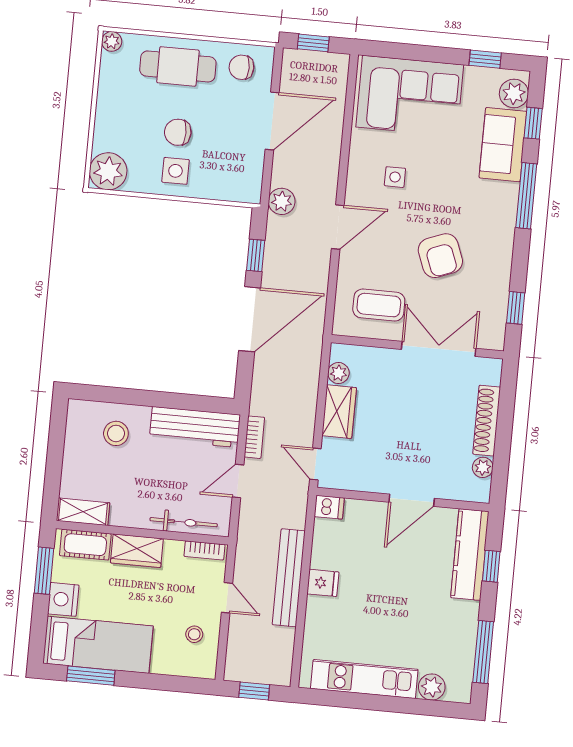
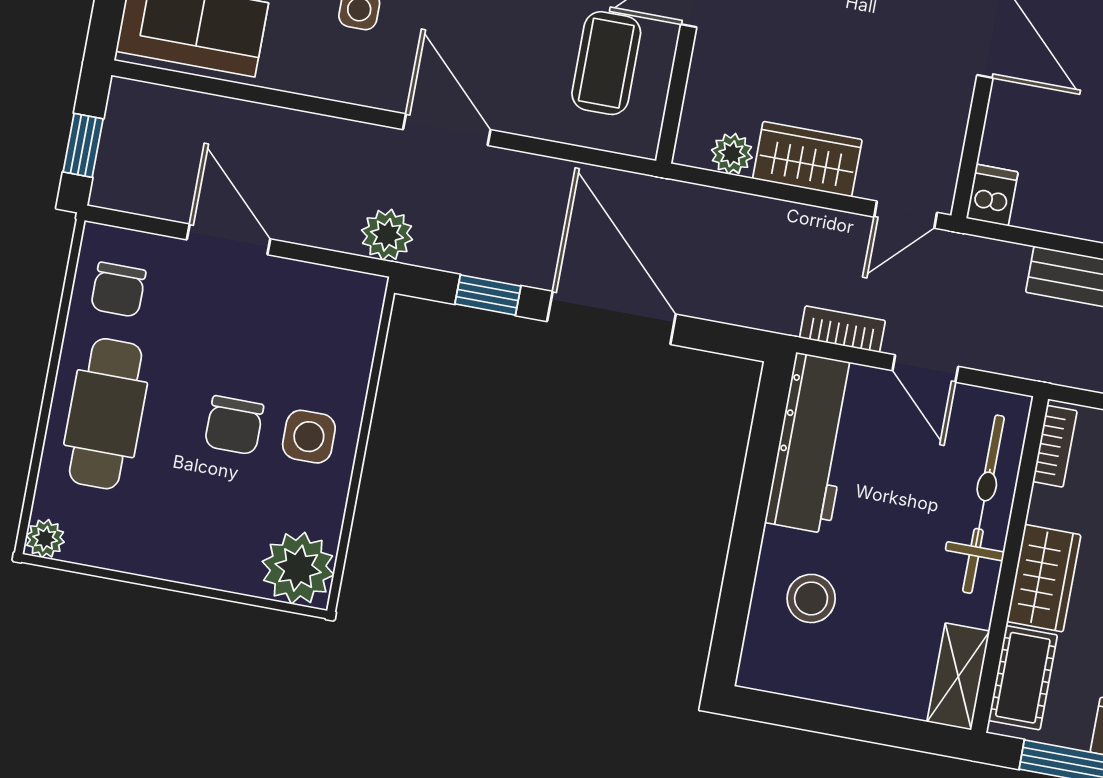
door: (272, 121) -> (229, 239), width x0.73
bicycle: (184, 522) -> (984, 504), width x1.37, depth x1.40

